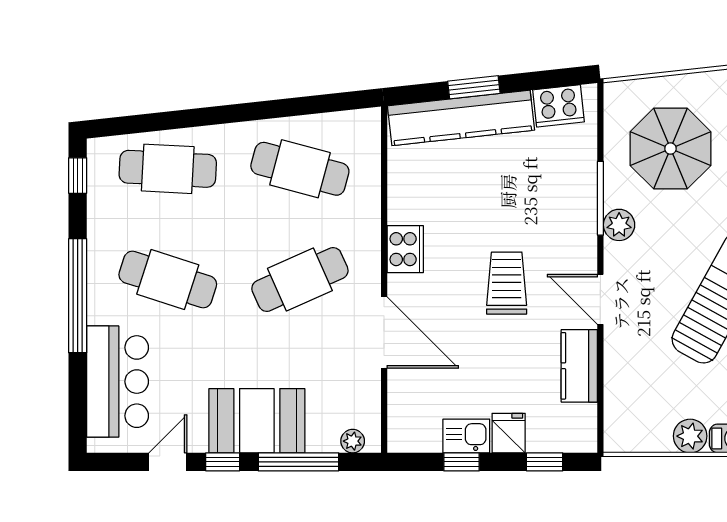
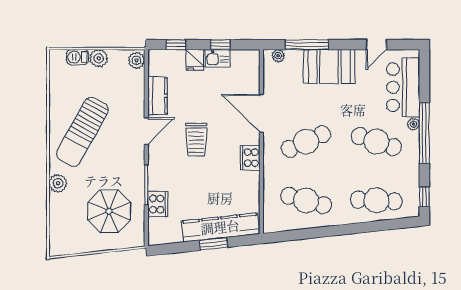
cooker: (559, 106) -> (158, 204), moved, turned 96
plant: (619, 225) -> (136, 60), moved
door: (600, 299) -> (146, 131), hinge flipped
plant: (98, 312) -> (414, 124), added
window: (223, 462) -> (347, 45), removed

